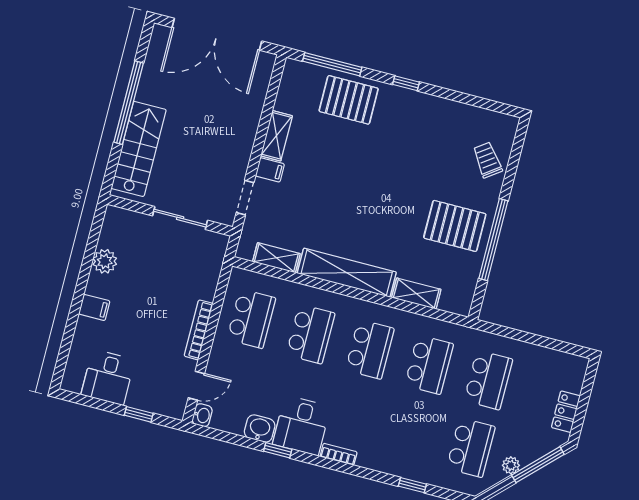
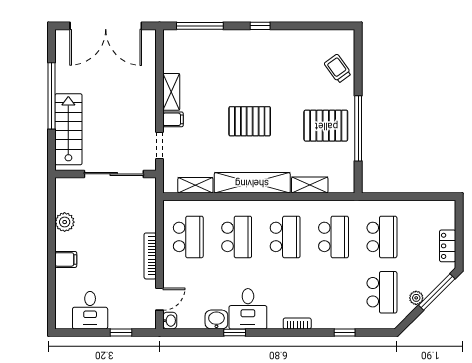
pallet: (349, 100) -> (250, 121), moved
sliding door: (180, 218) -> (114, 174), width x1.37
bookcase: (339, 454) -> (297, 323), moved

